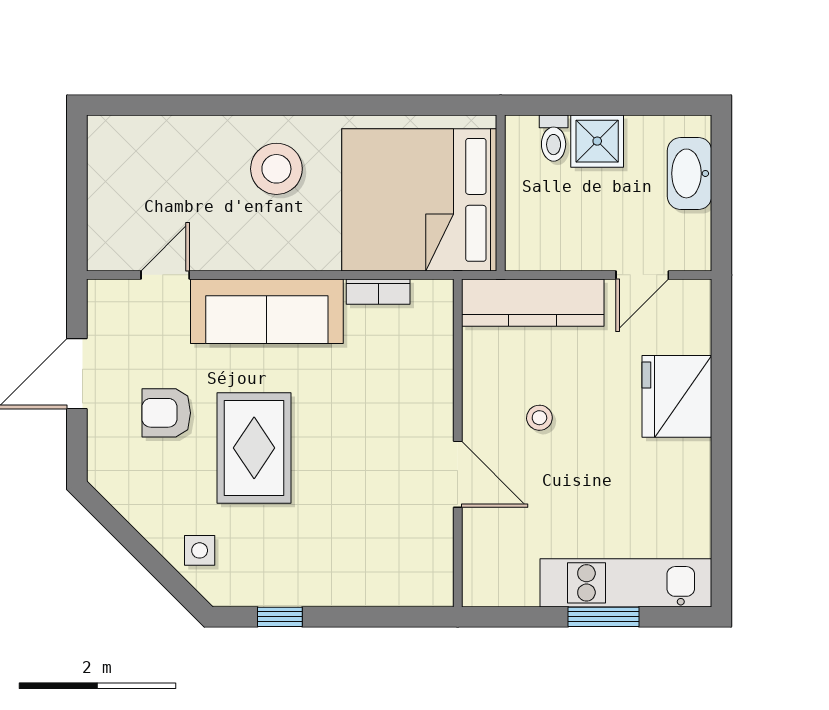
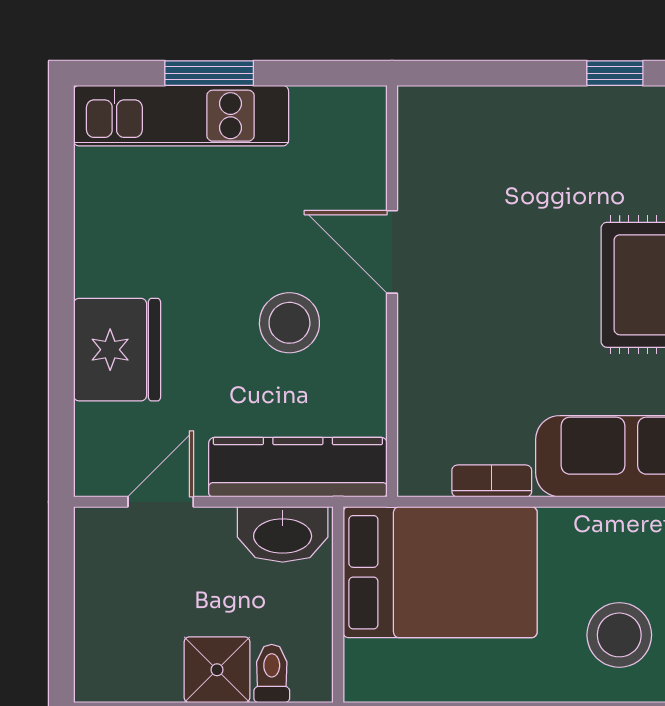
washbasin: (690, 173) -> (283, 534), moved, turned 90
bed: (419, 200) -> (440, 572), width x0.73
stool: (539, 418) -> (289, 323), width x1.89, depth x1.89

